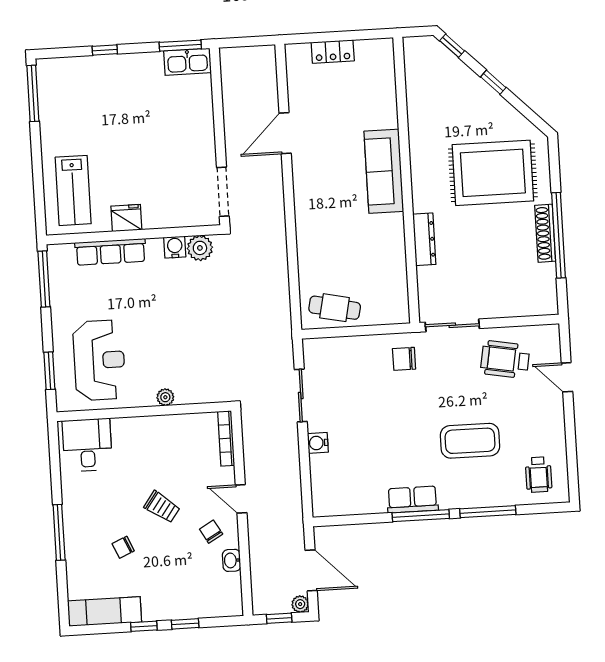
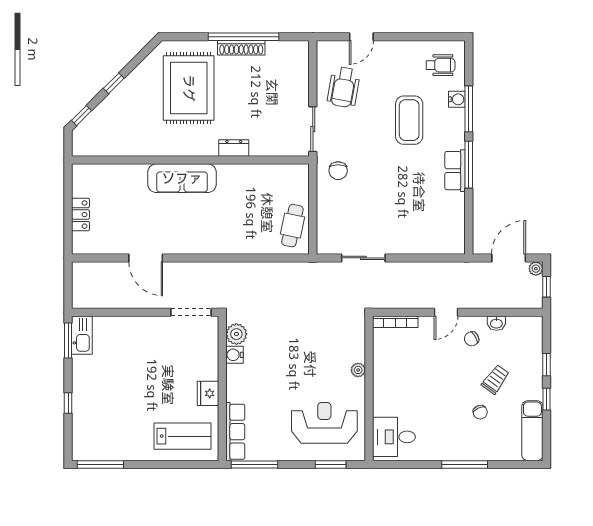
dresser: (424, 239) -> (234, 148), width x0.70
row of seats: (110, 252) -> (235, 432), moved
water cooler: (318, 443) -> (457, 99), moved, turned -90
trolley: (162, 507) -> (495, 379), moved

